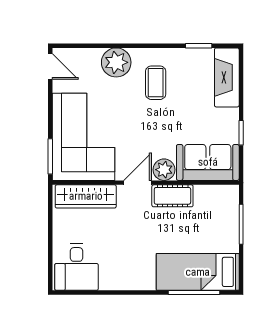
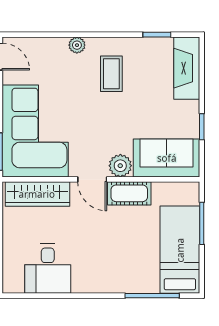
plant: (116, 62) -> (77, 45), width x0.53, depth x0.53
door: (137, 183) -> (92, 179), swing flipped
desk: (76, 267) -> (48, 269), moved
bed: (198, 272) -> (180, 250), moved, turned 90

